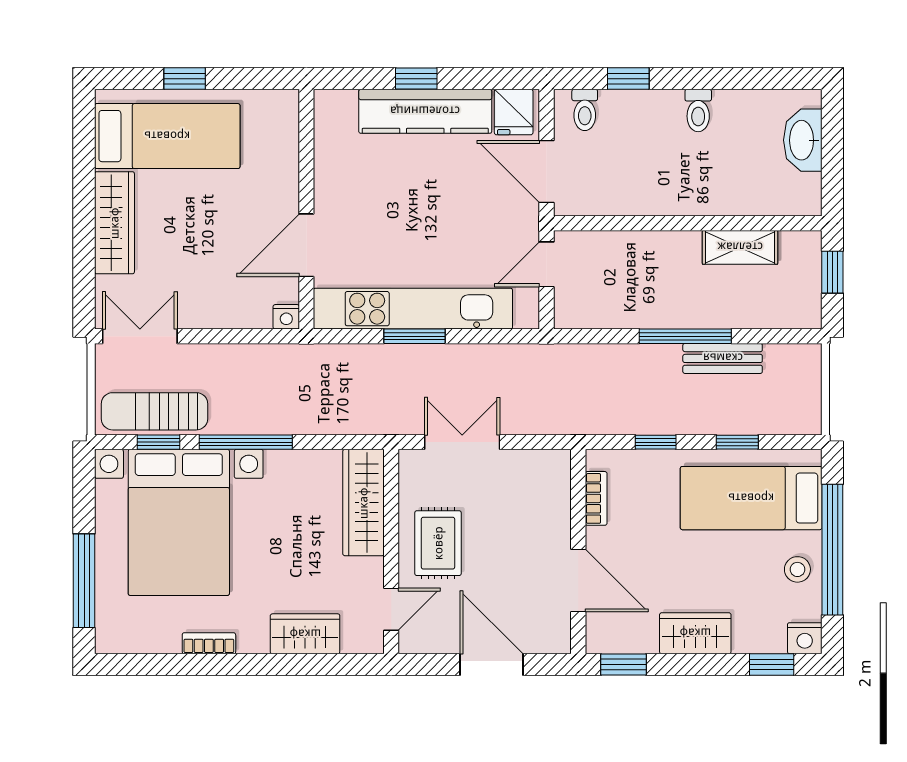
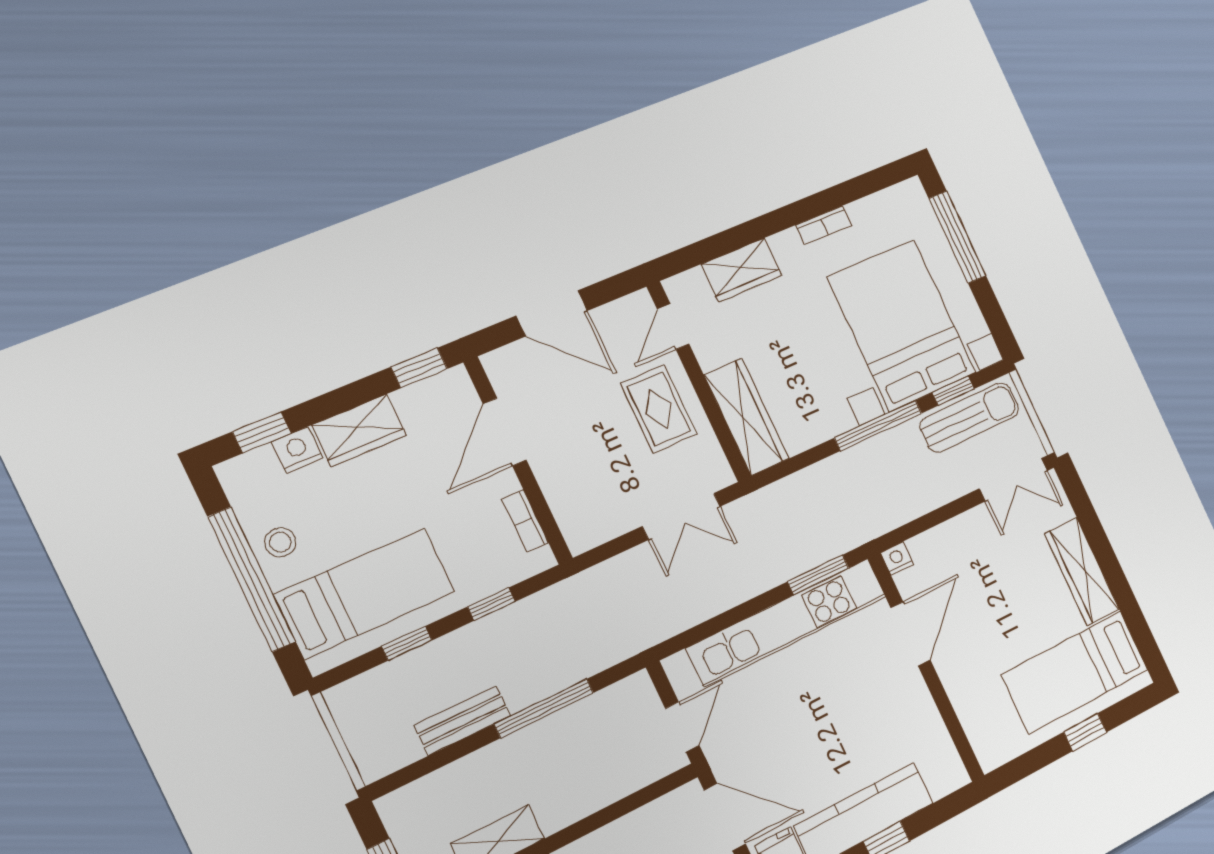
window: (414, 336) -> (818, 575), moved
window: (685, 336) -> (544, 708), moved
door: (578, 581) -> (505, 432), hinge flipped
nightstand: (805, 638) -> (297, 450), moved

